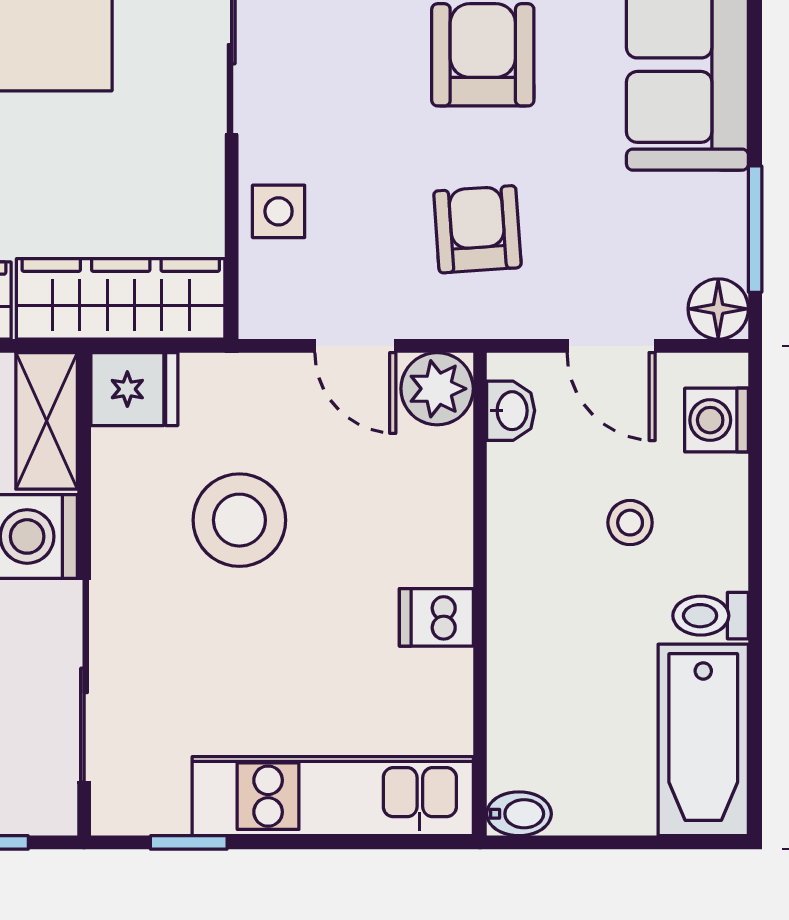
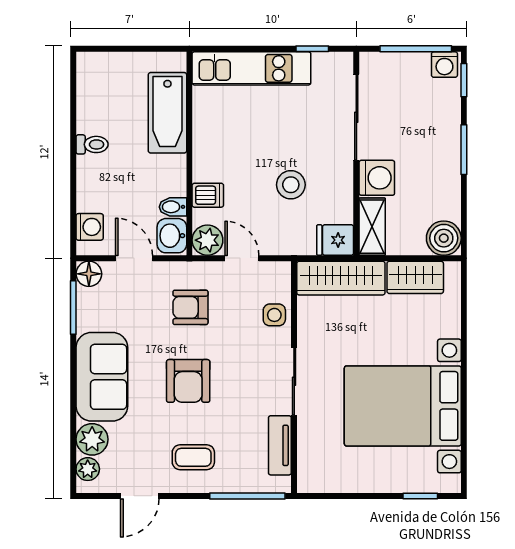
armchair: (477, 229) -> (190, 307), turned 94
washbasin: (511, 411) -> (172, 236), width x1.38, depth x1.45
stool: (239, 520) -> (291, 185), width x0.73, depth x0.73
stool: (630, 523) -> (126, 184), removed
dishwasher: (436, 617) -> (208, 195), moved
bathtub: (703, 740) -> (167, 113), moved, turned 180
bidet: (519, 814) -> (173, 207), moved

